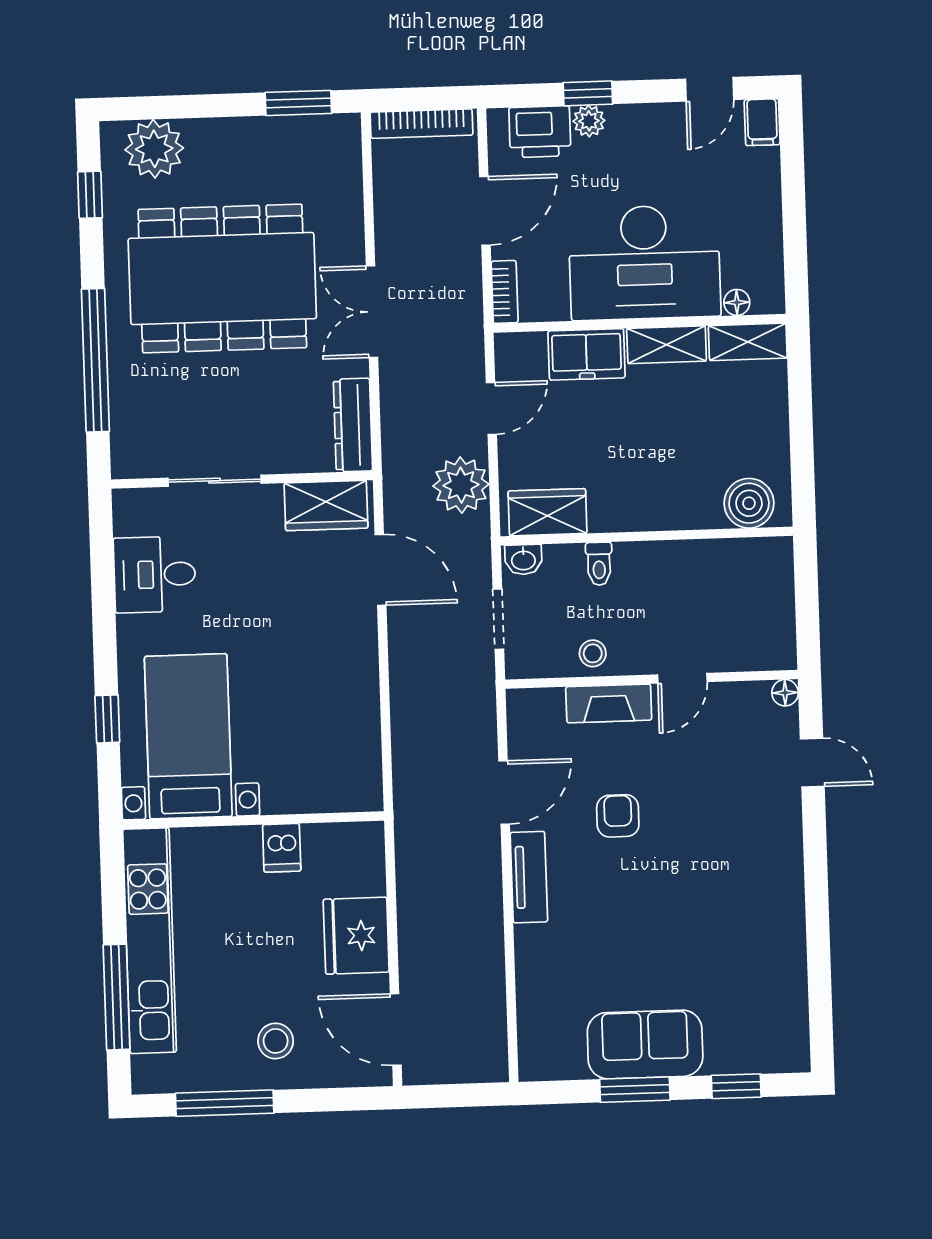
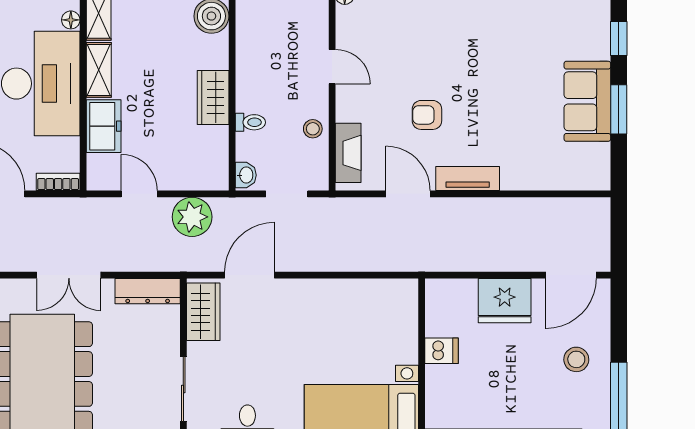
wardrobe: (547, 512) -> (213, 97), moved
fireplace: (609, 703) -> (348, 153), moved

